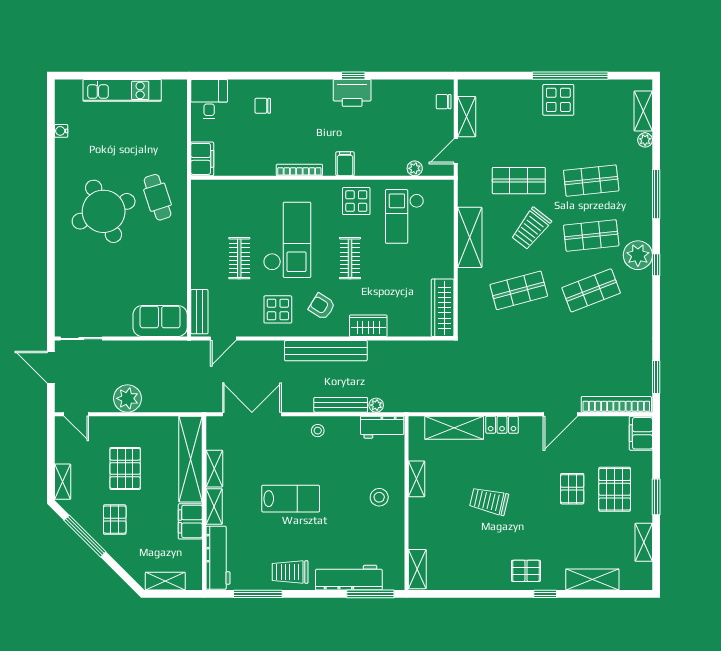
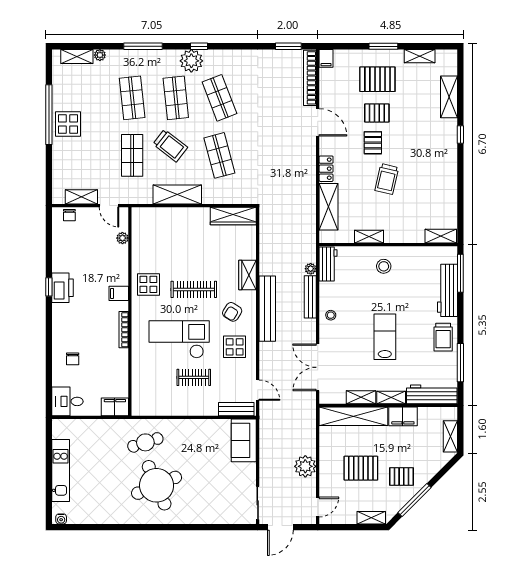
water cooler: (61, 131) -> (61, 519), moved
checkout: (404, 216) -> (161, 246), removed
clothes rail: (350, 258) -> (194, 289), width x1.36
filing cabinet: (641, 433) -> (326, 58), width x0.50
pallet: (526, 571) -> (373, 143), moved

